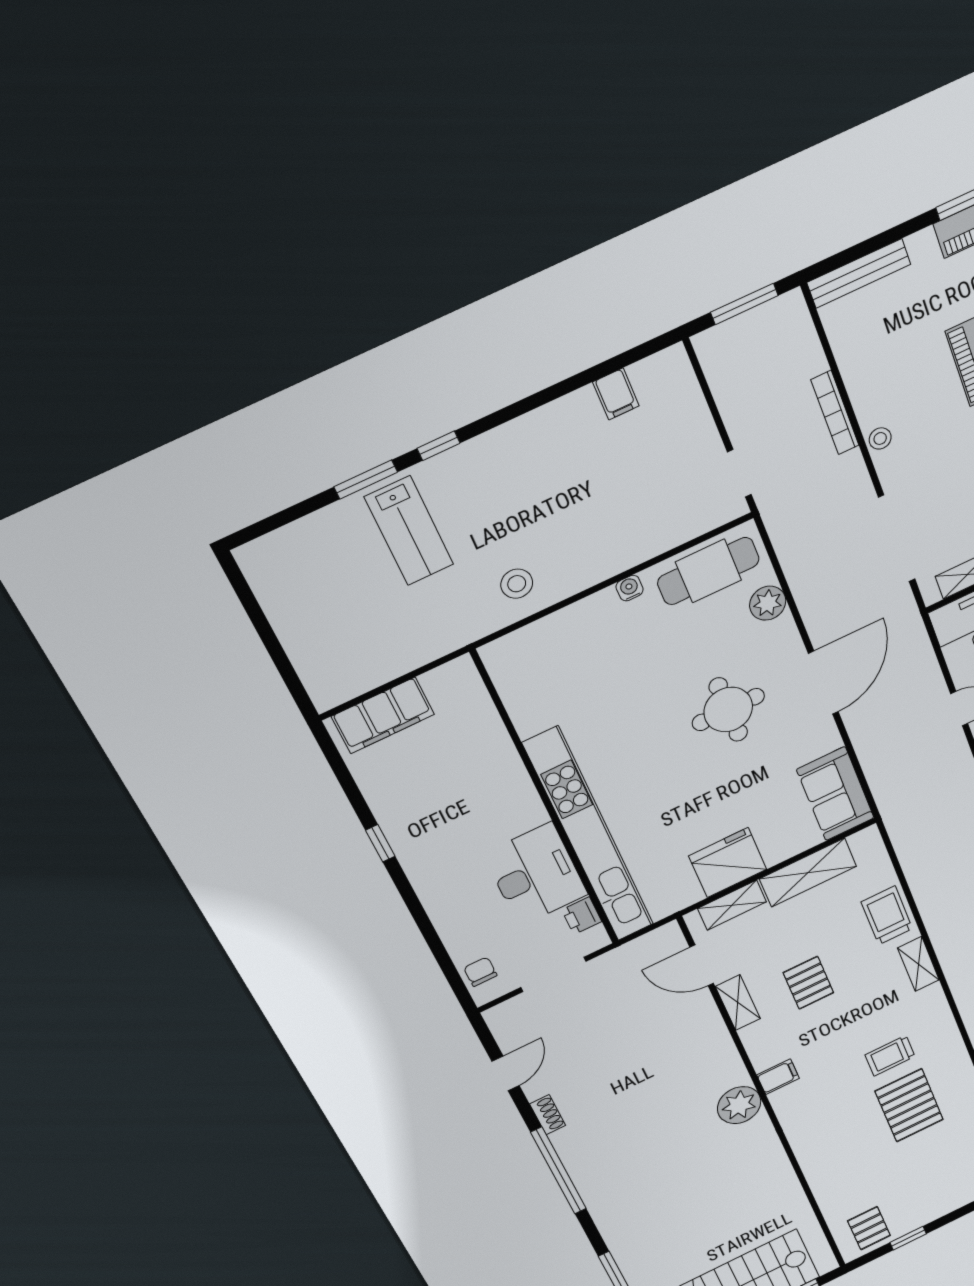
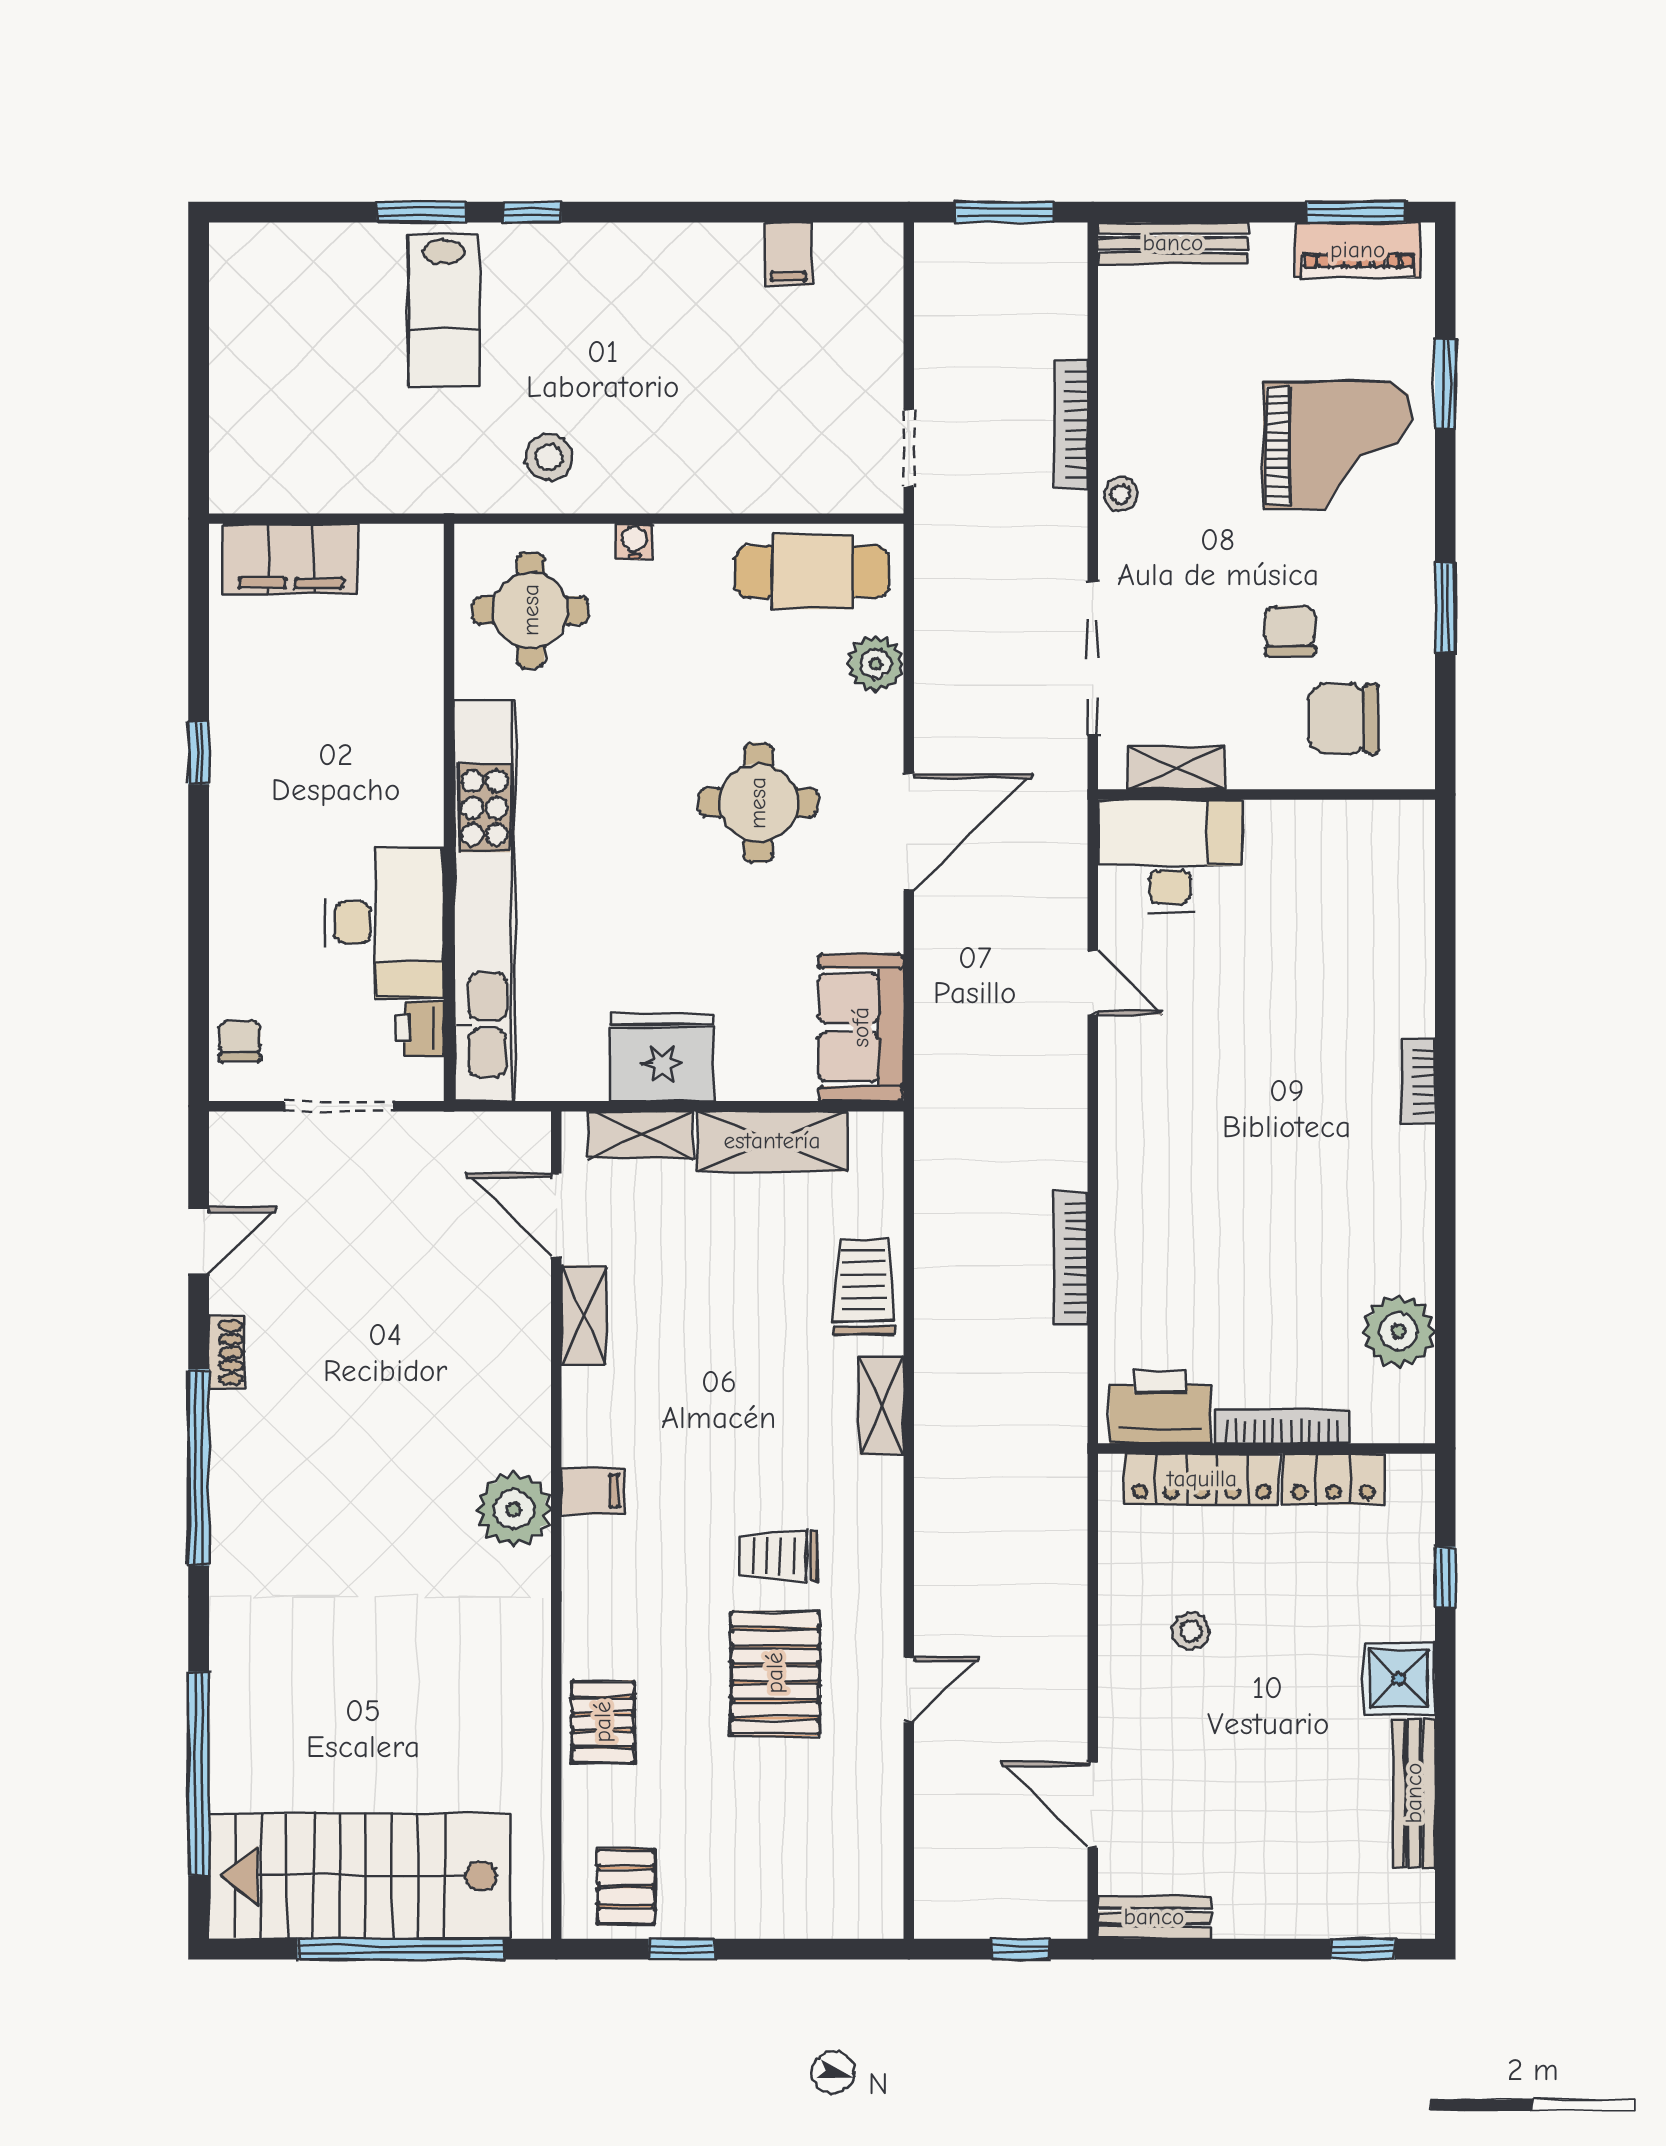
water cooler: (630, 588) -> (634, 542), moved
round table: (545, 673) -> (531, 610), added
pallet: (808, 983) -> (603, 1722), moved

